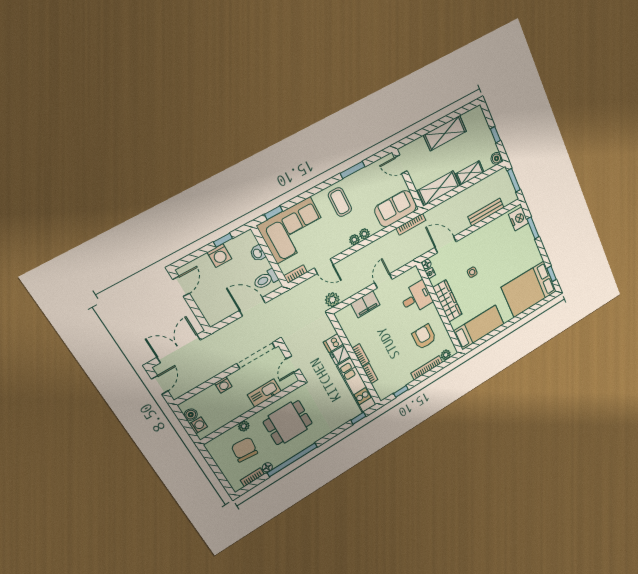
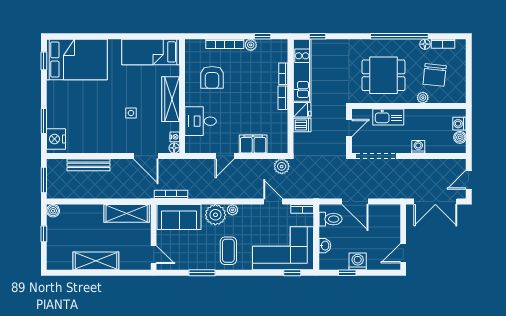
shelving: (470, 173) -> (88, 211), removed
plant: (364, 234) -> (215, 215), width x1.87, depth x1.87
plant: (446, 355) -> (251, 45), moved

